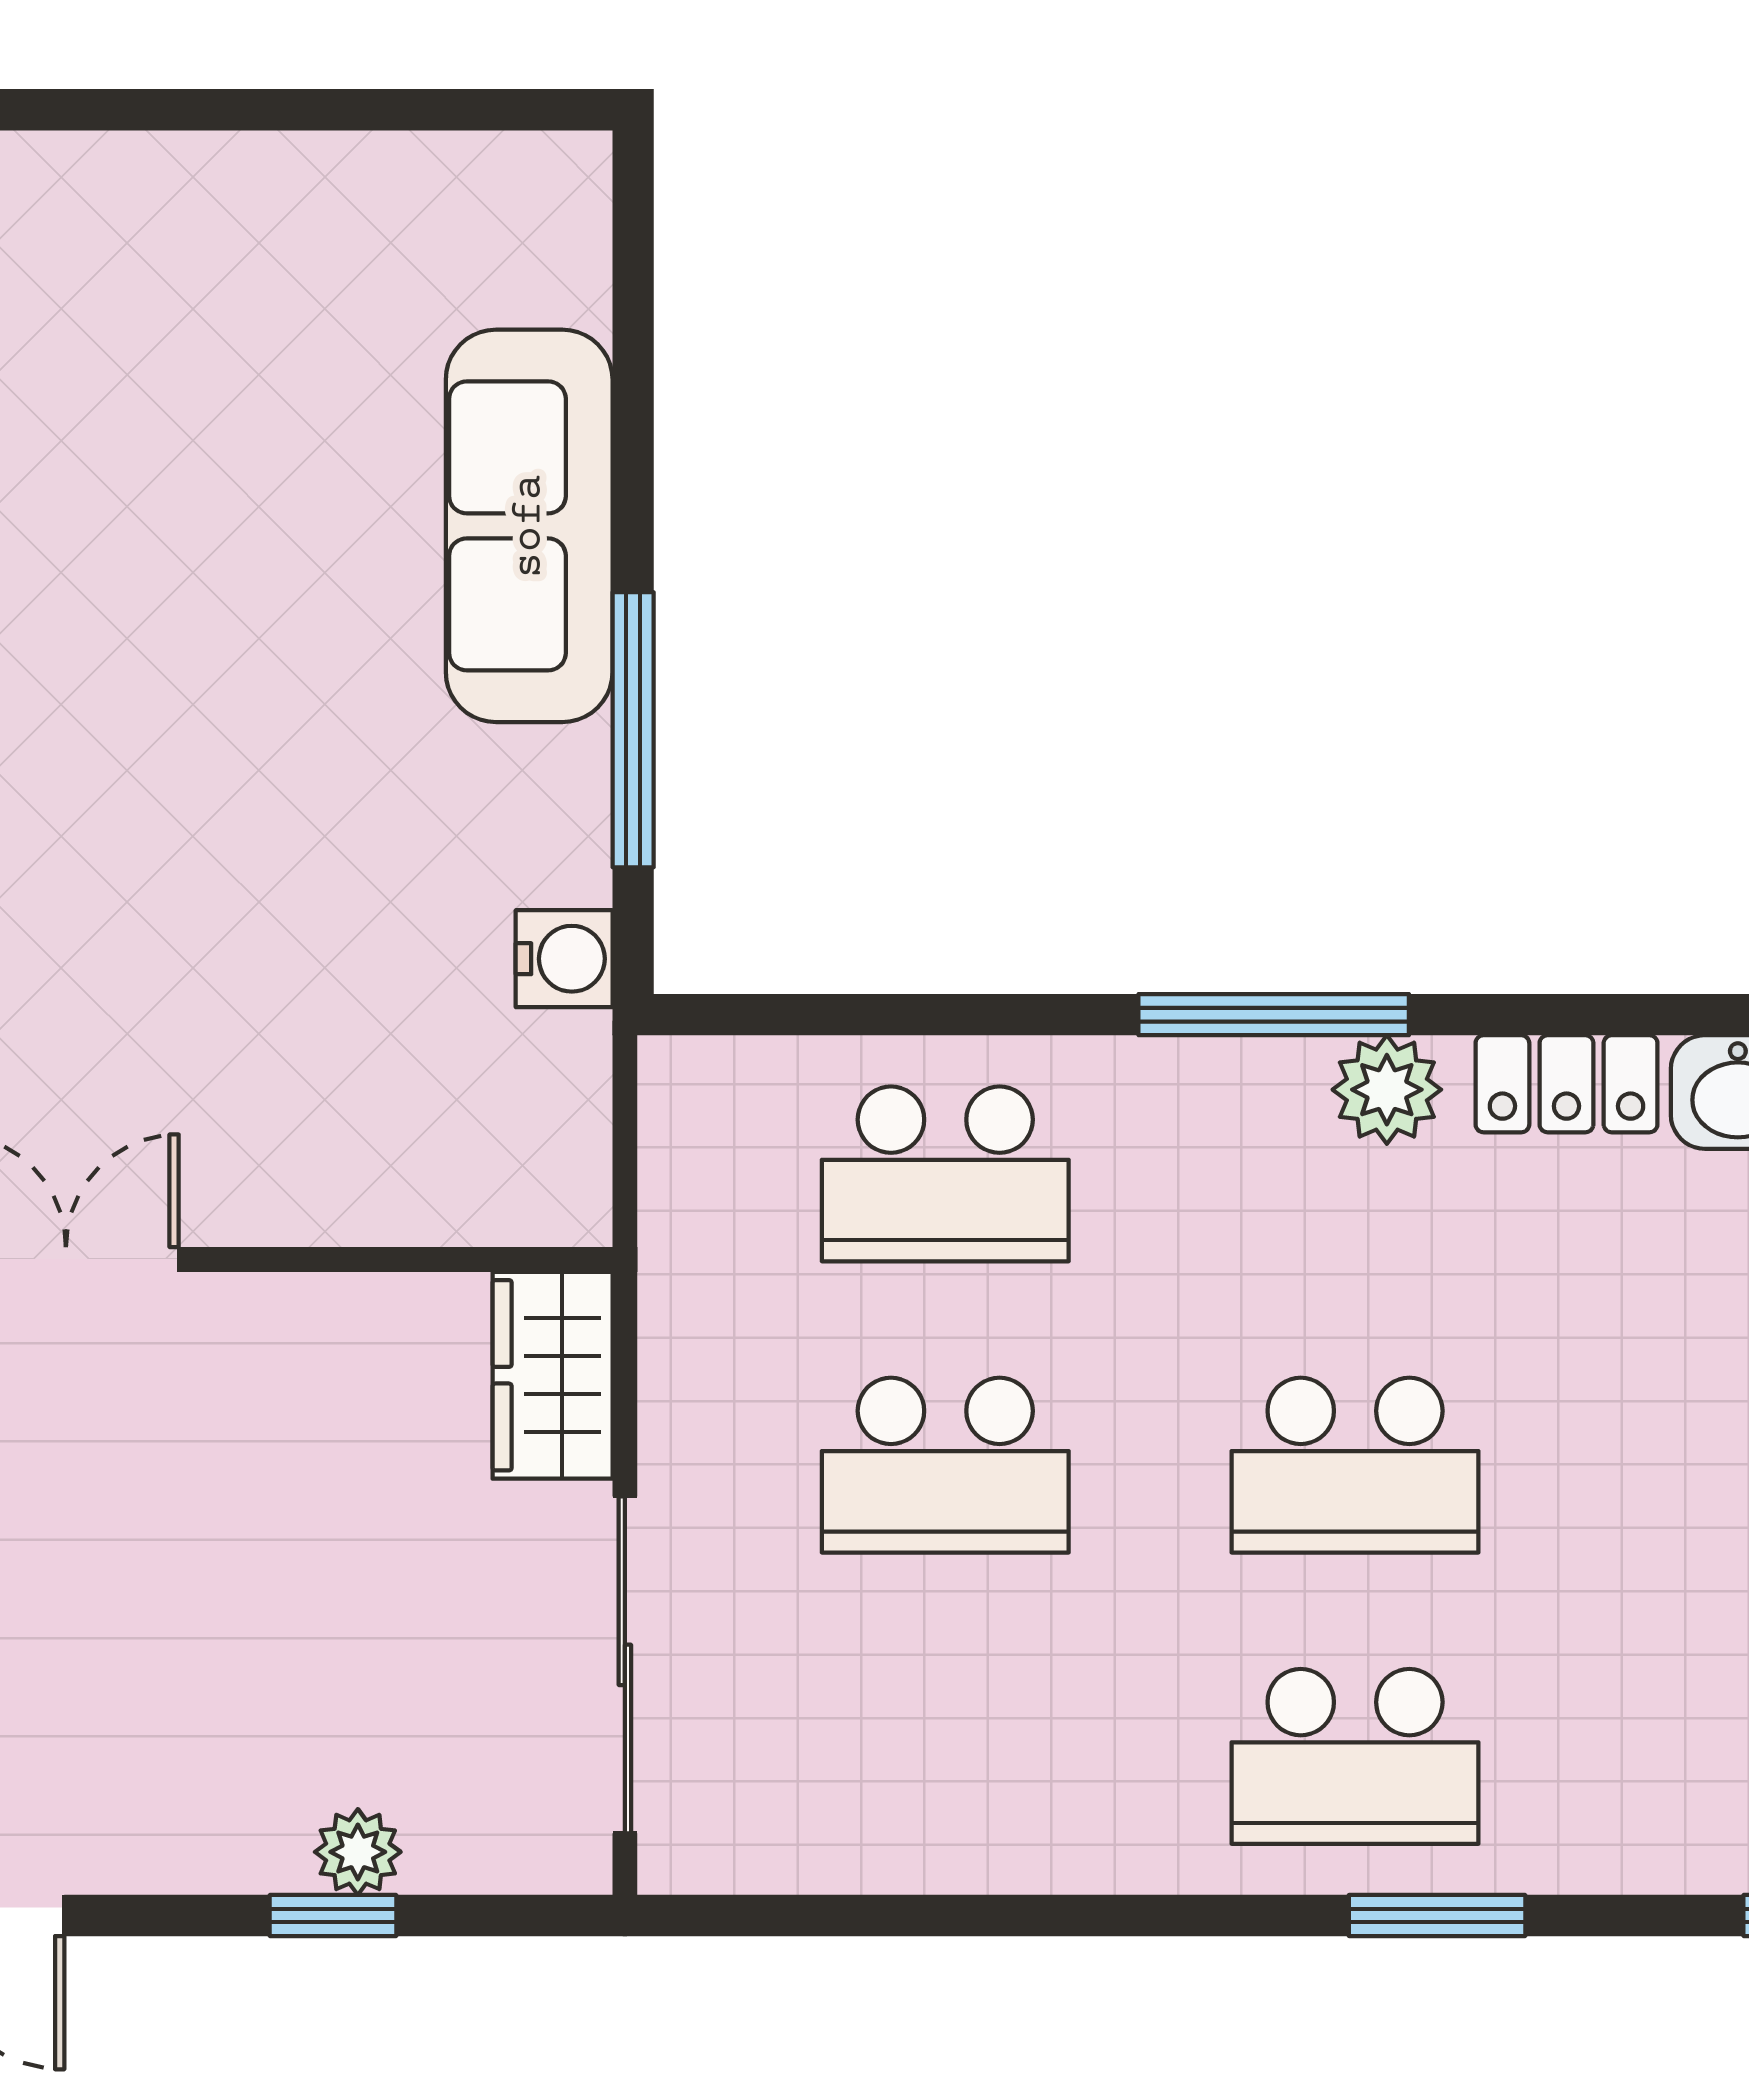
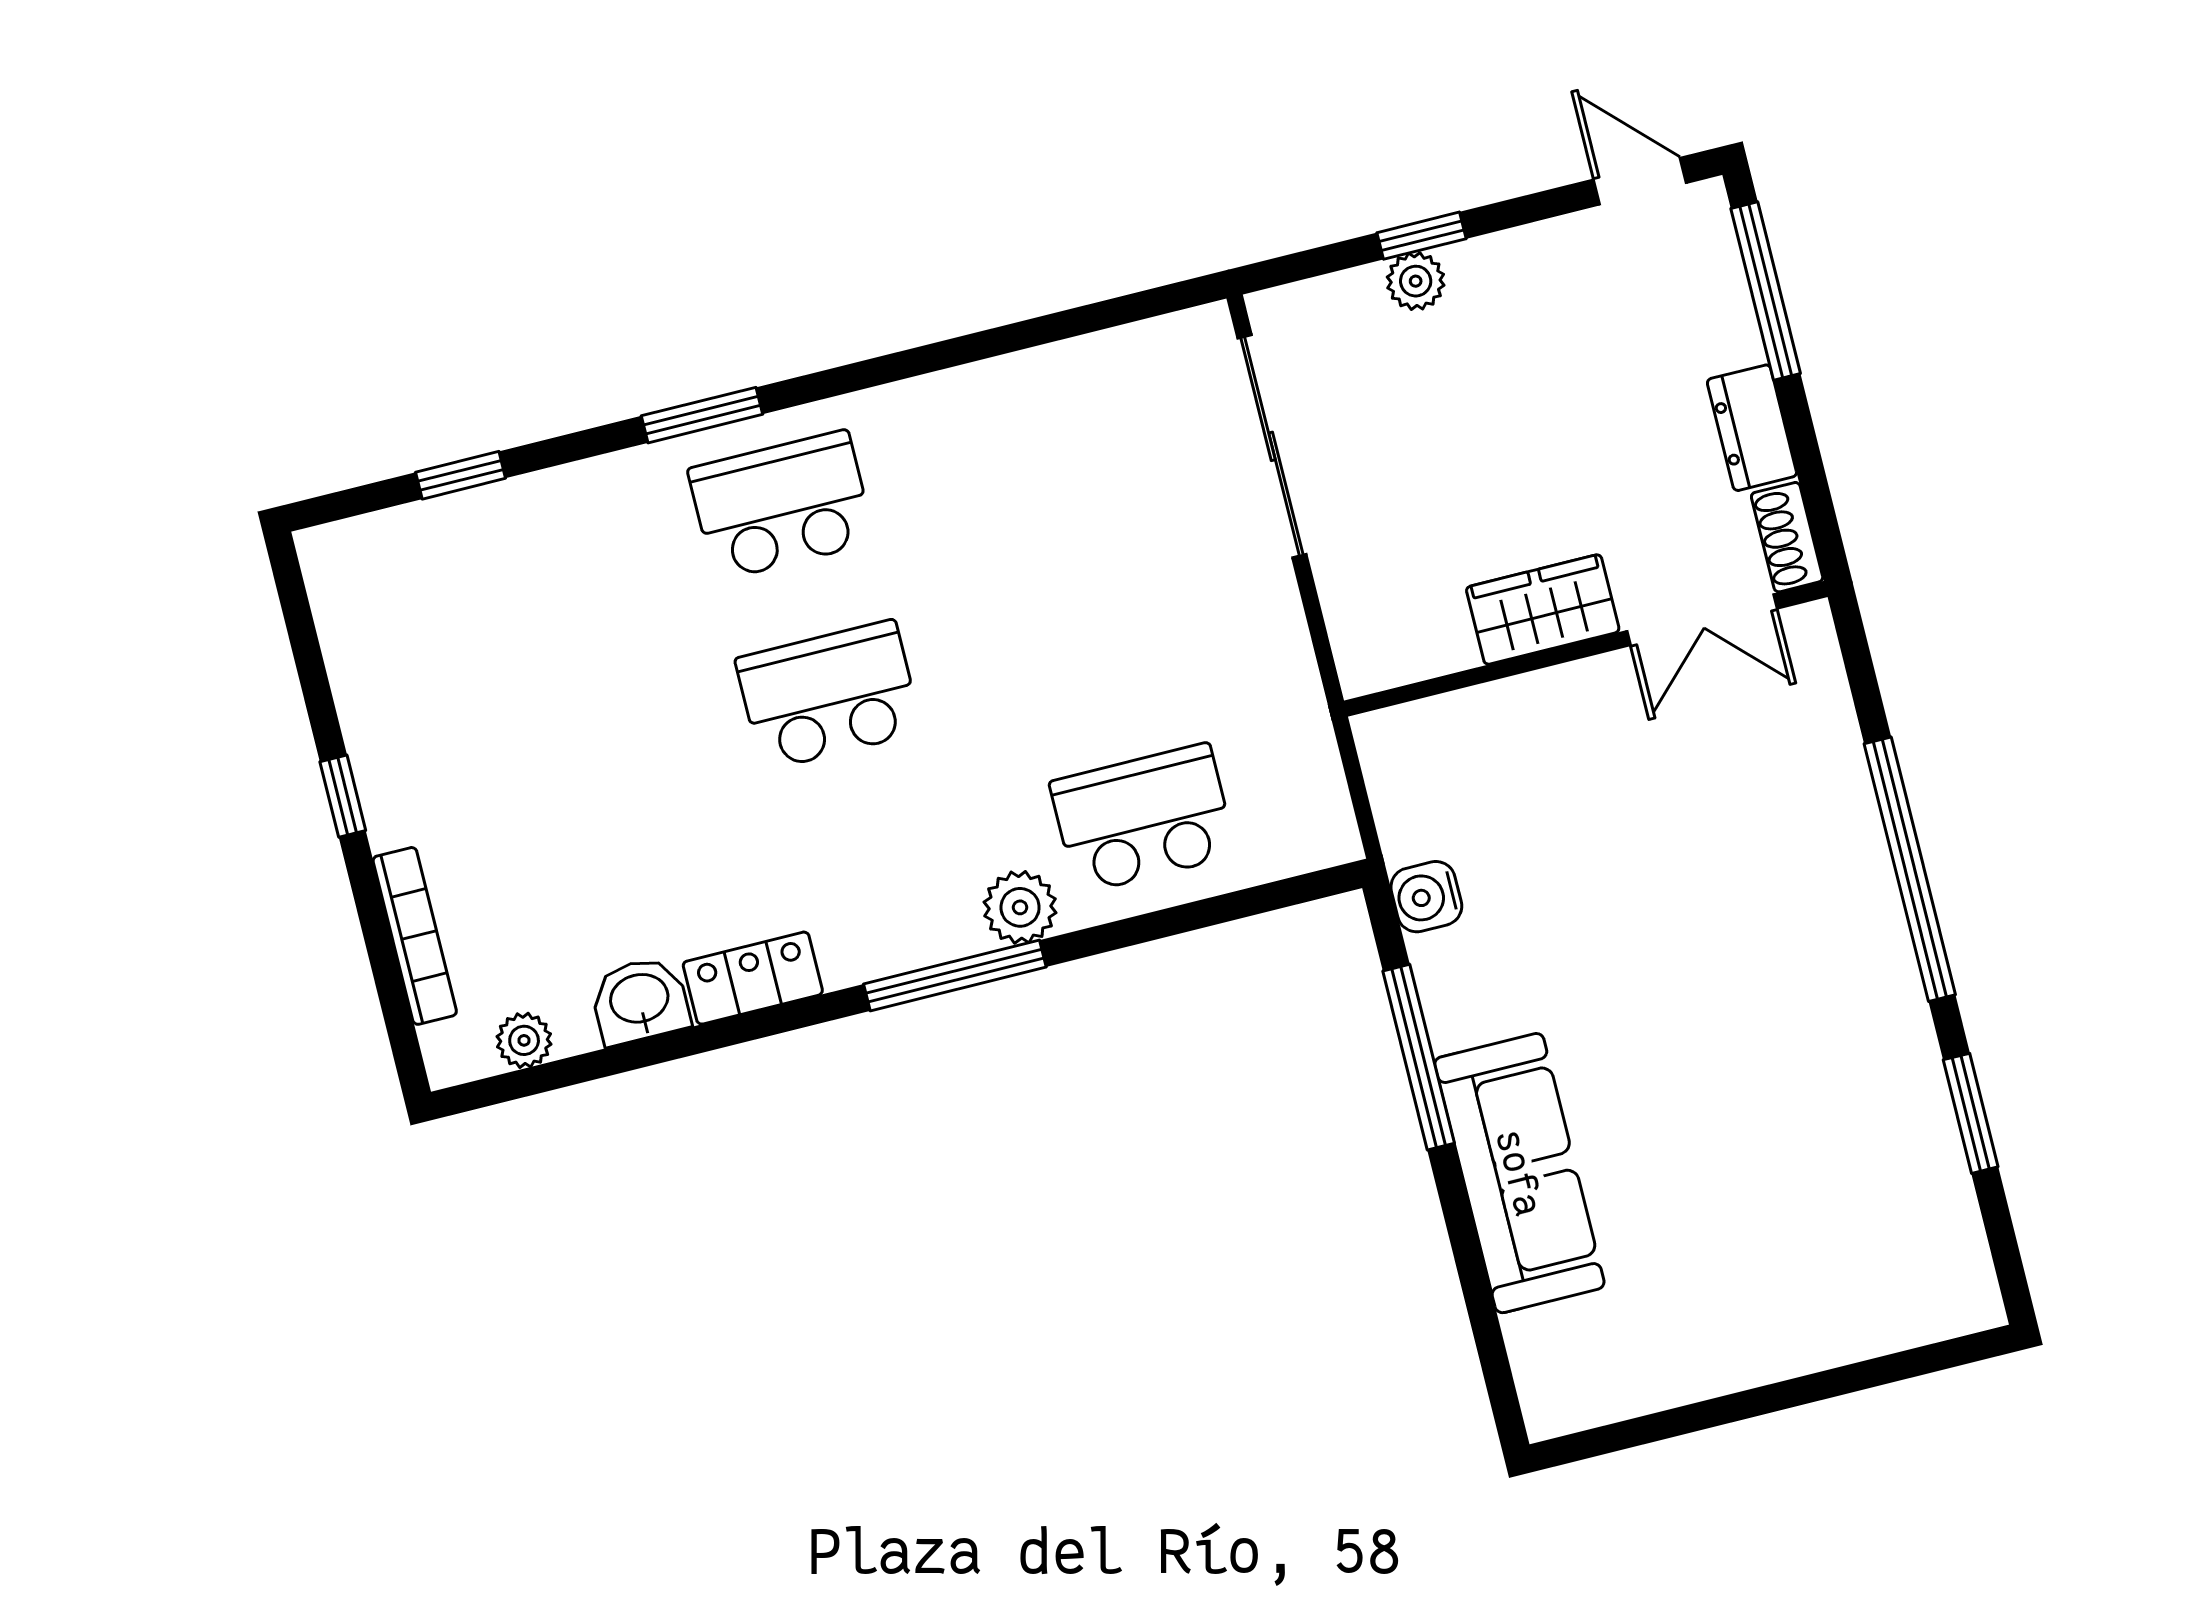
plant: (1387, 1090) -> (1020, 907), moved
wardrobe: (553, 1375) -> (1543, 609), moved, turned -90
school desk: (945, 1465) -> (1096, 629), removed

